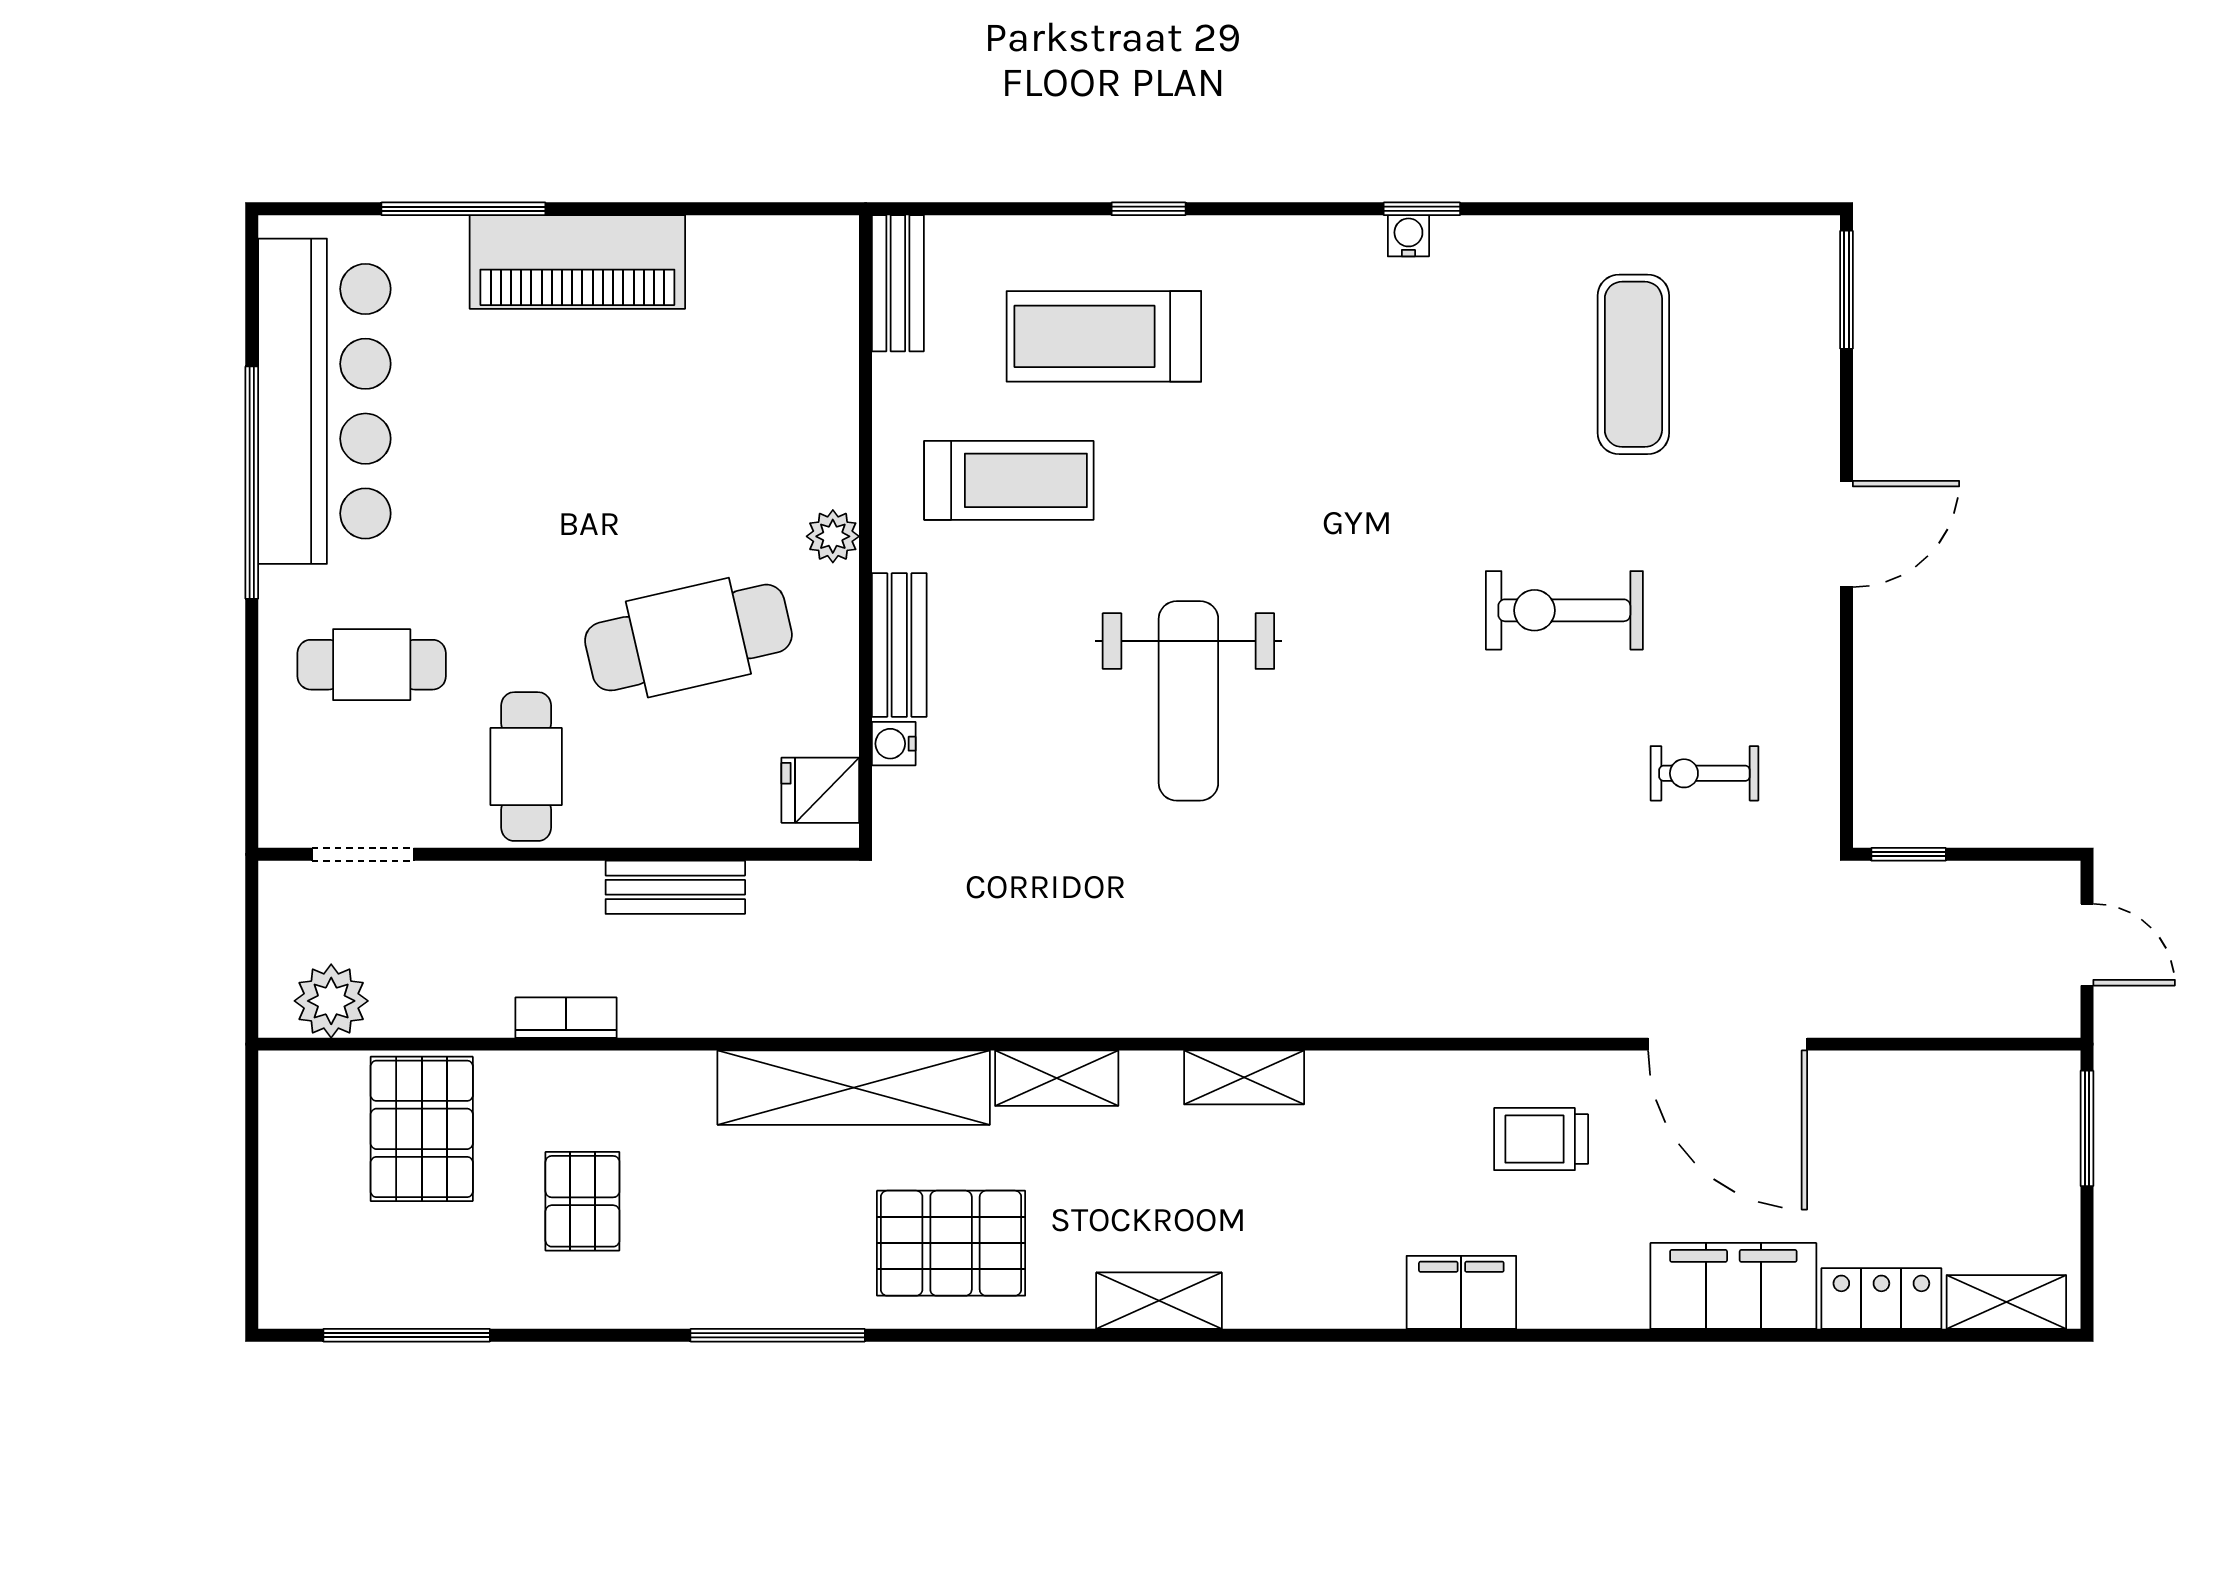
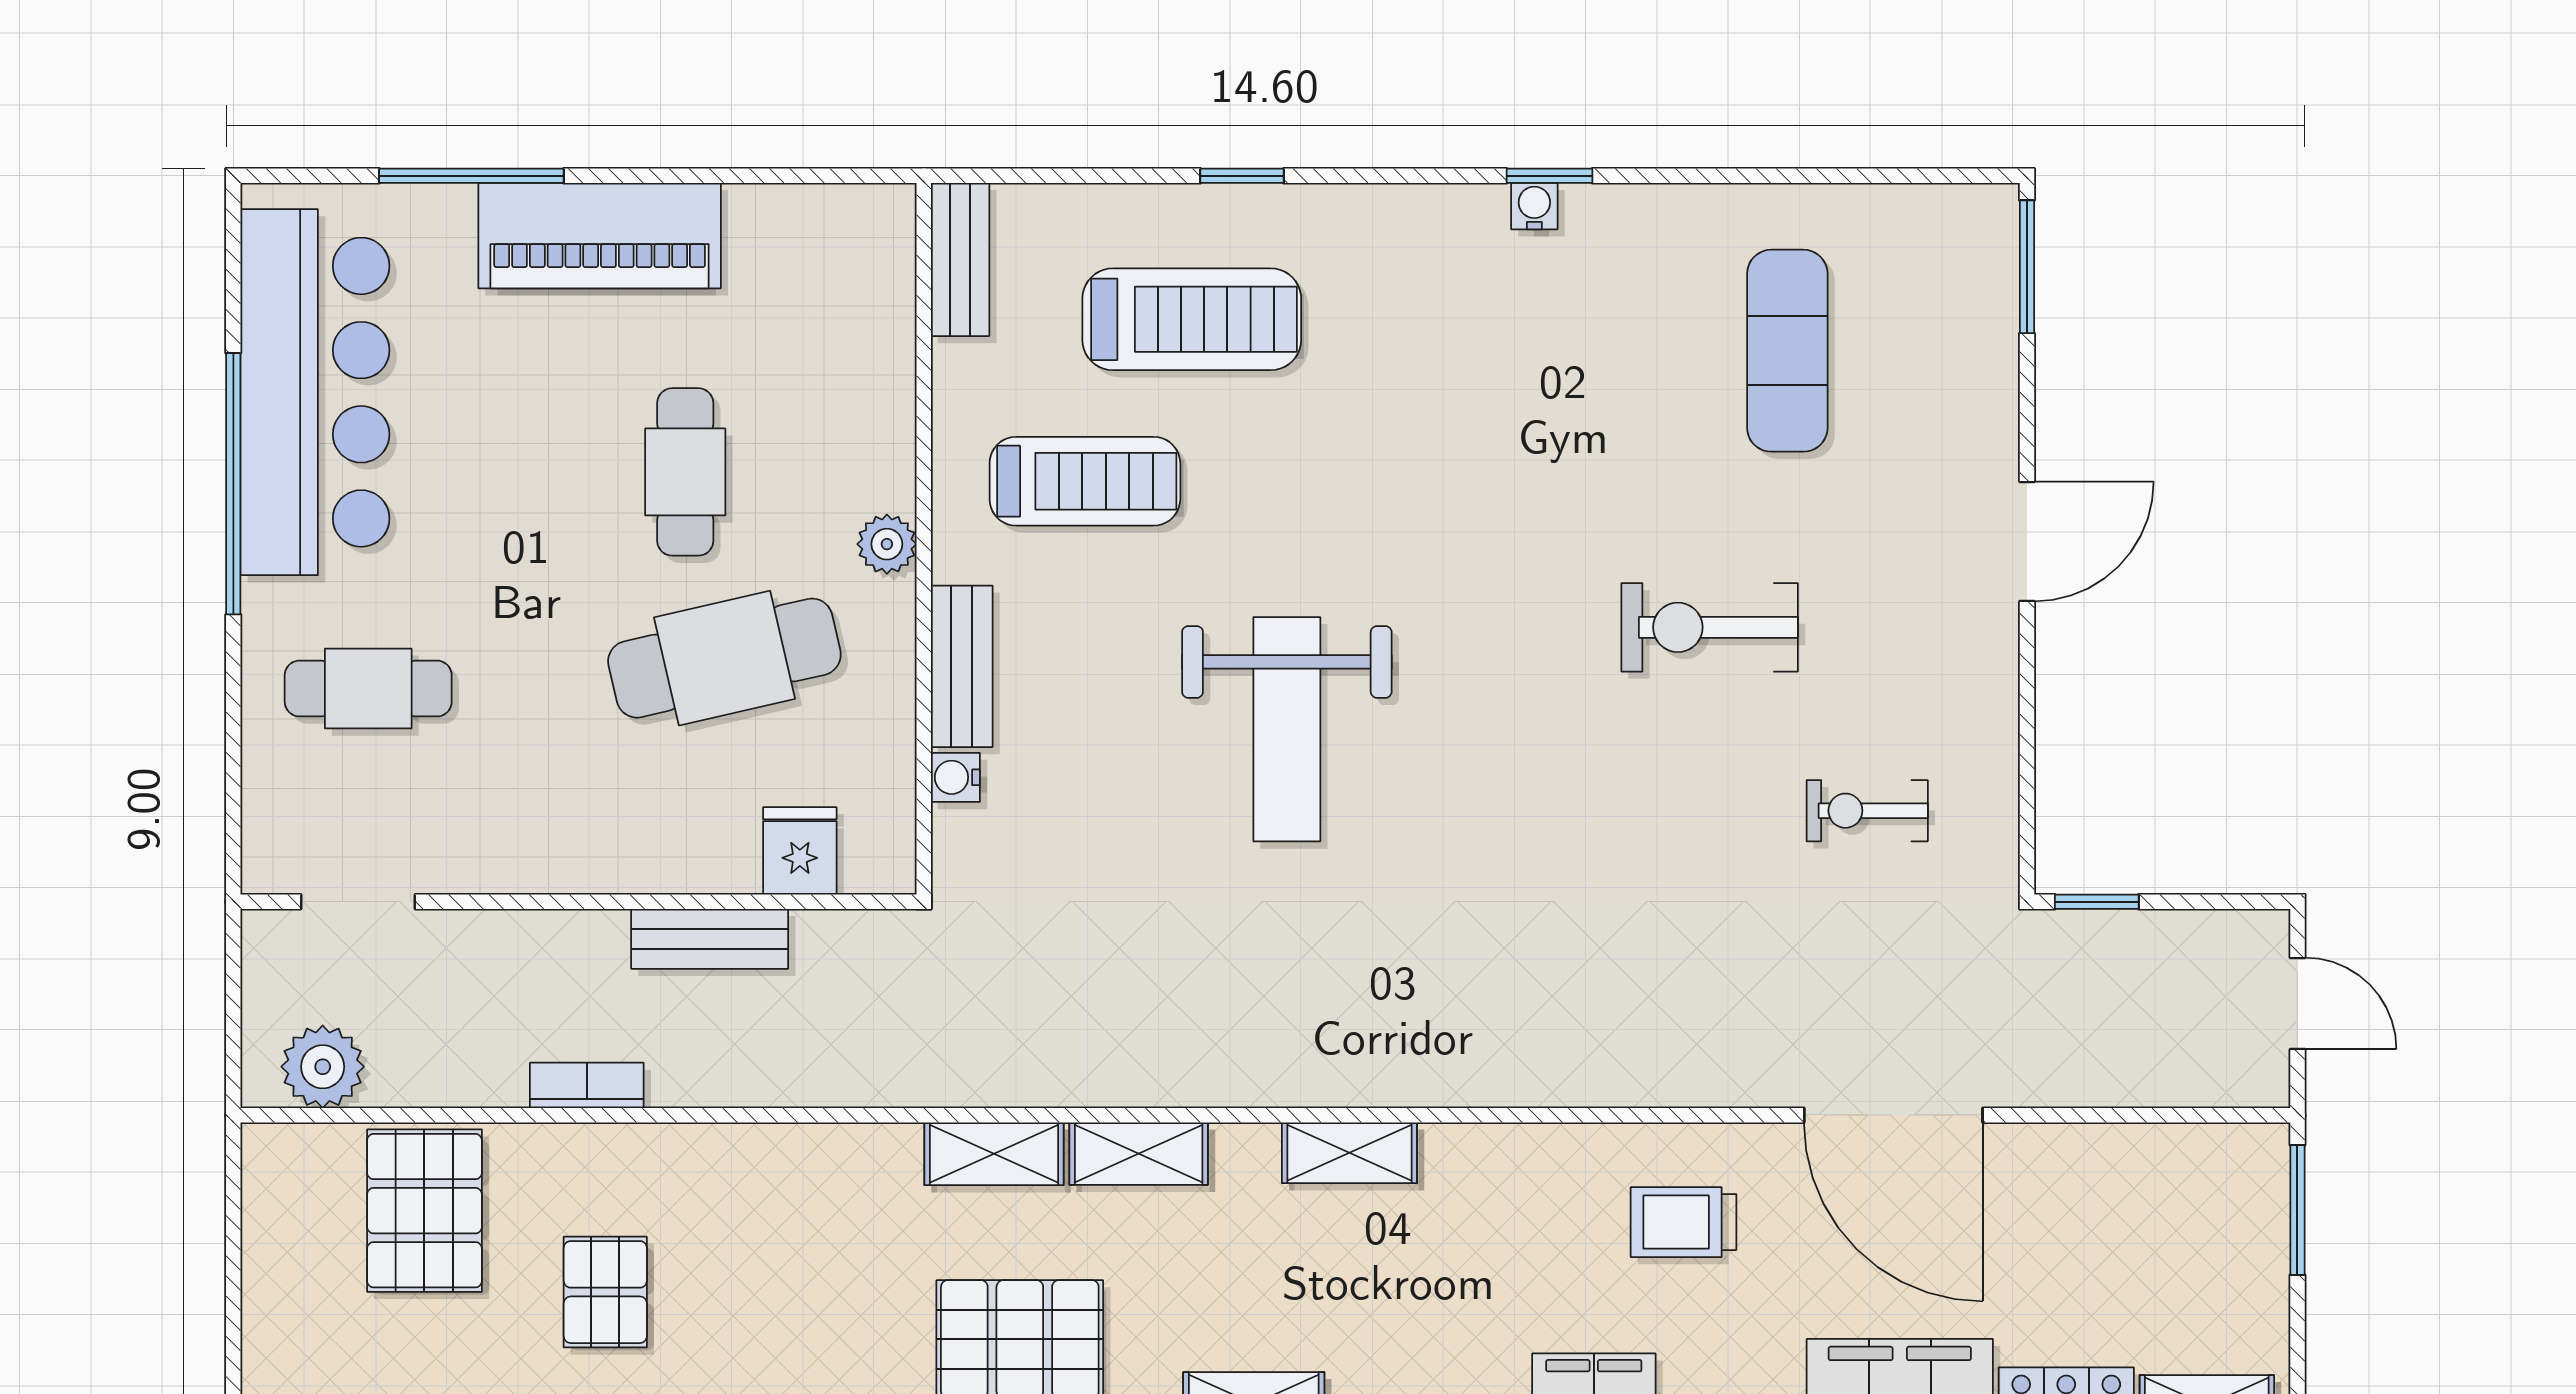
treadmill: (1104, 336) -> (1192, 319), turned 180
cafe table: (526, 767) -> (685, 472), moved
fridge: (820, 790) -> (800, 851), moved, turned 90
shelving: (854, 1088) -> (994, 1154), width x0.45, depth x0.75

